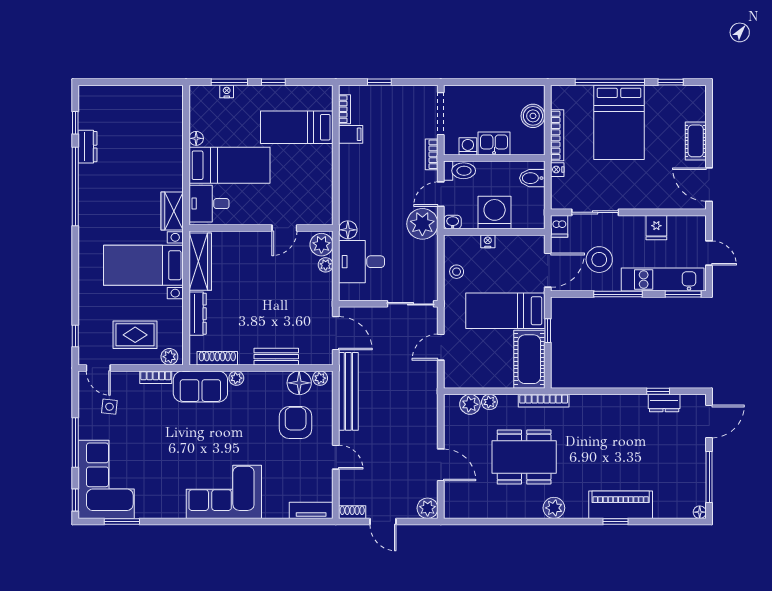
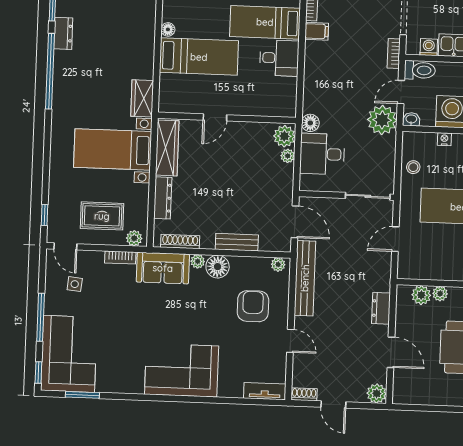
desk: (209, 204) -> (279, 58), moved, turned 180
door: (284, 228) -> (215, 117), moved
floor lamp: (299, 383) -> (218, 267), moved
dresser: (429, 420) -> (381, 308), added

